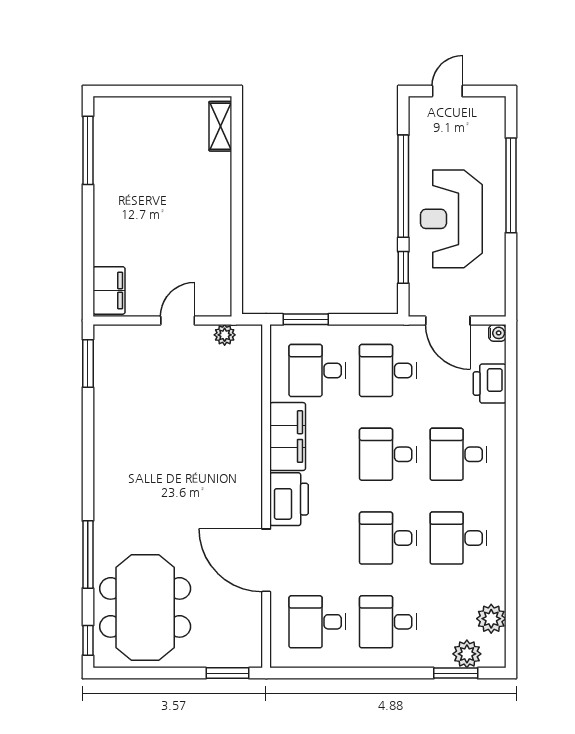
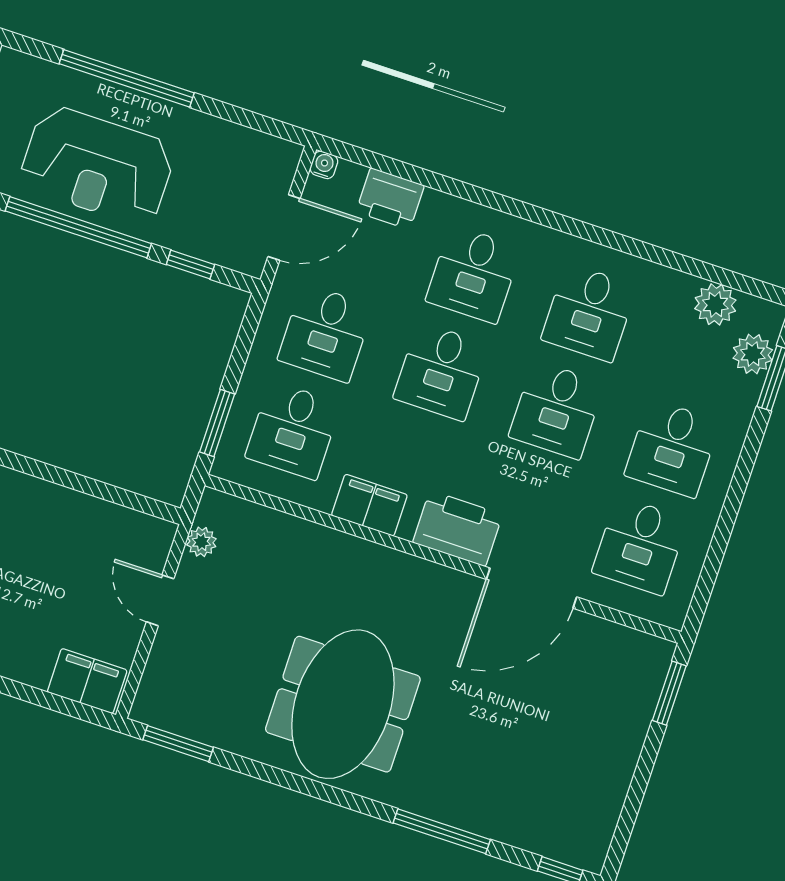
reception desk: (451, 219) -> (97, 166), moved
filing cabinet: (288, 437) -> (369, 505), width x0.67, depth x0.86
meeting table: (145, 607) -> (343, 704), moved, turned 90

